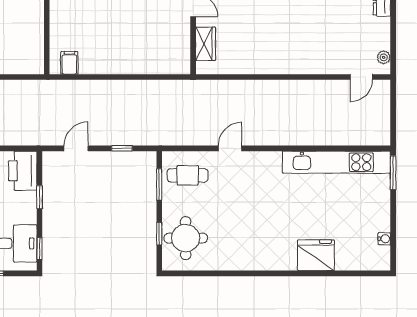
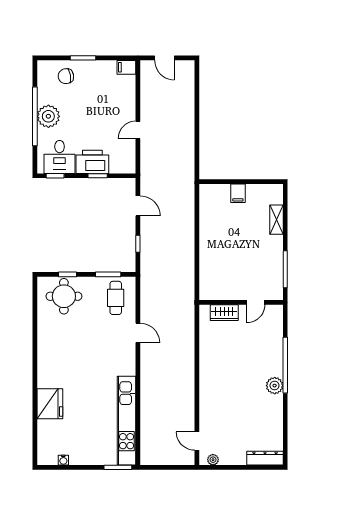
filing cabinet: (69, 63) -> (238, 193), moved, turned 90
printer: (23, 171) -> (92, 162), moved

